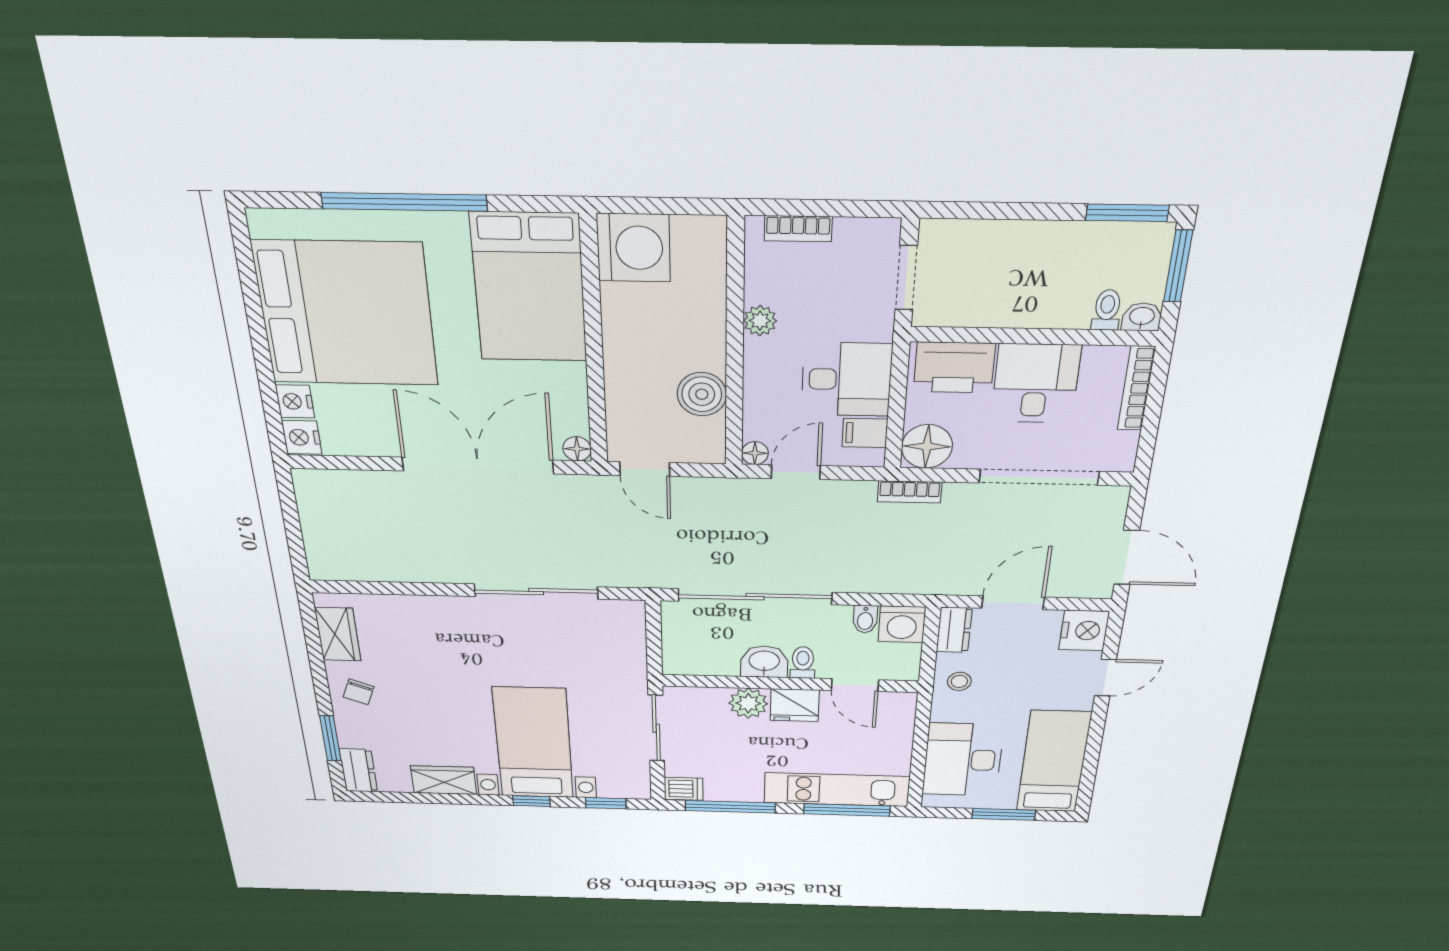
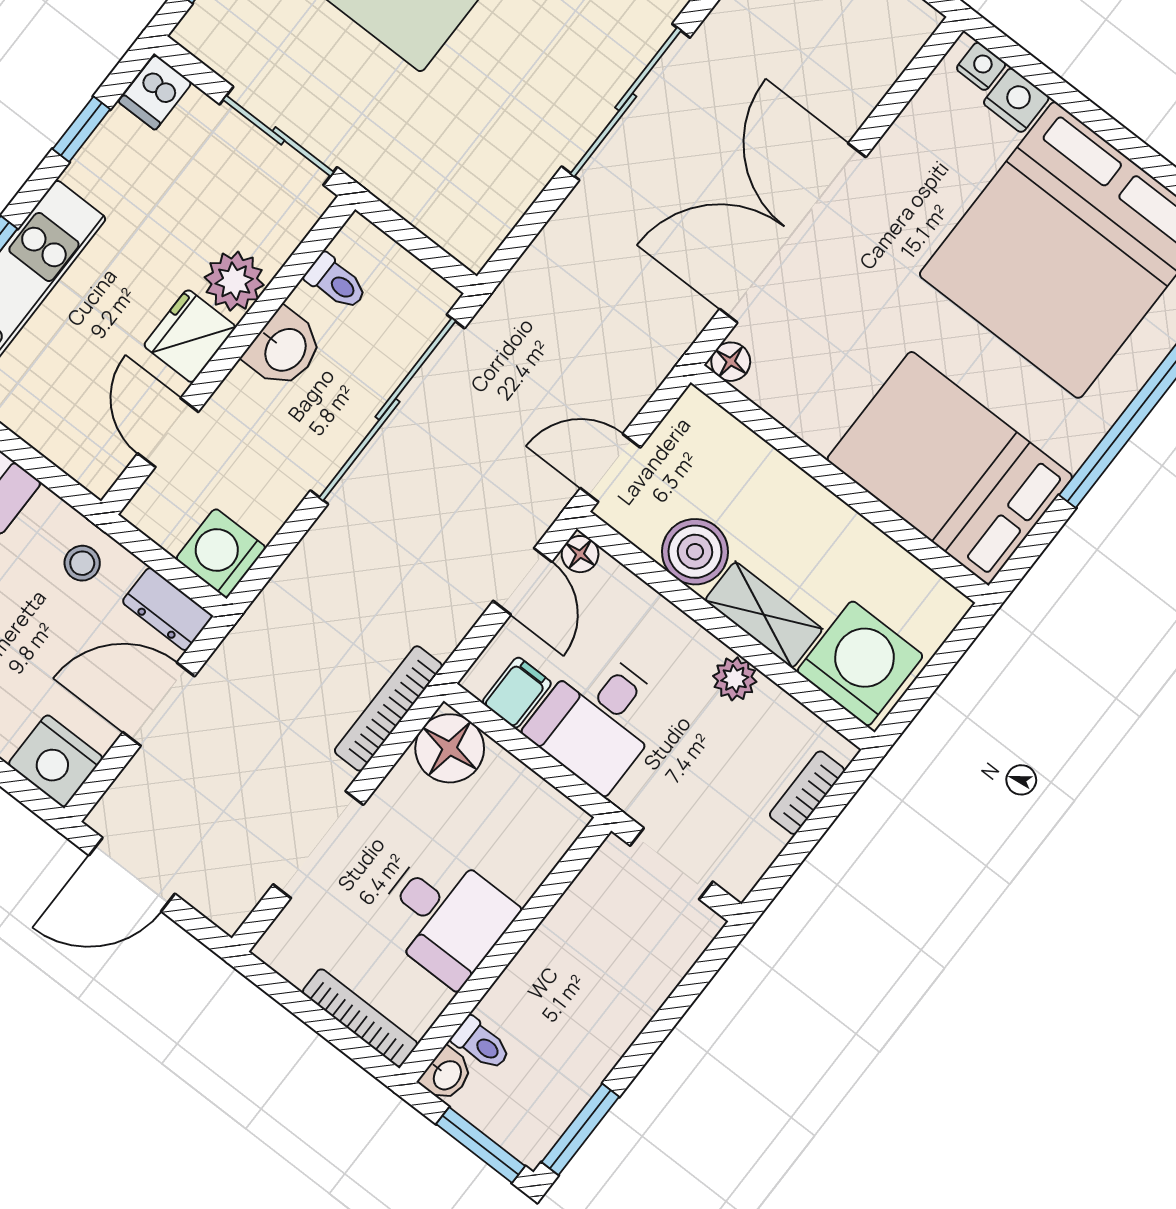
washing machine: (633, 248) -> (860, 663), moved, turned 180
shelving: (707, 331) -> (764, 615), added
printer: (954, 368) -> (528, 843), removed
nightstand: (302, 437) -> (981, 66), width x0.72, depth x0.74
double door: (478, 466) -> (793, 233), swing flipped
door: (645, 469) -> (610, 468), moved
doorway: (1039, 477) -> (318, 845), width x0.73
bookcase: (910, 492) -> (388, 708), width x1.56
sliding door: (536, 592) -> (626, 102), moved
door: (1013, 603) -> (159, 704), swing flipped
bidet: (865, 619) -> (260, 515), removed
toilet: (803, 663) -> (336, 282), moved
door: (855, 685) -> (168, 433), hinge flipped
window: (730, 807) -> (81, 129), width x0.46

